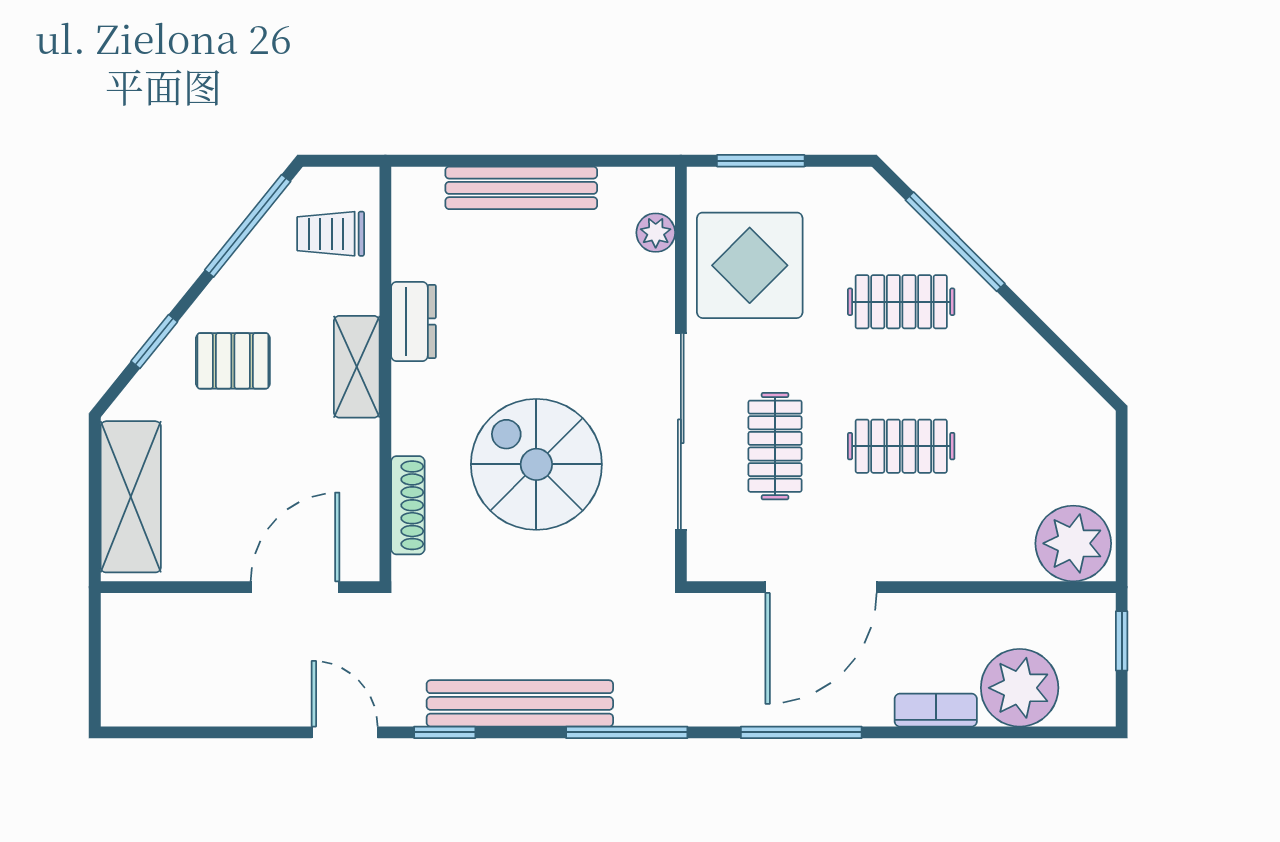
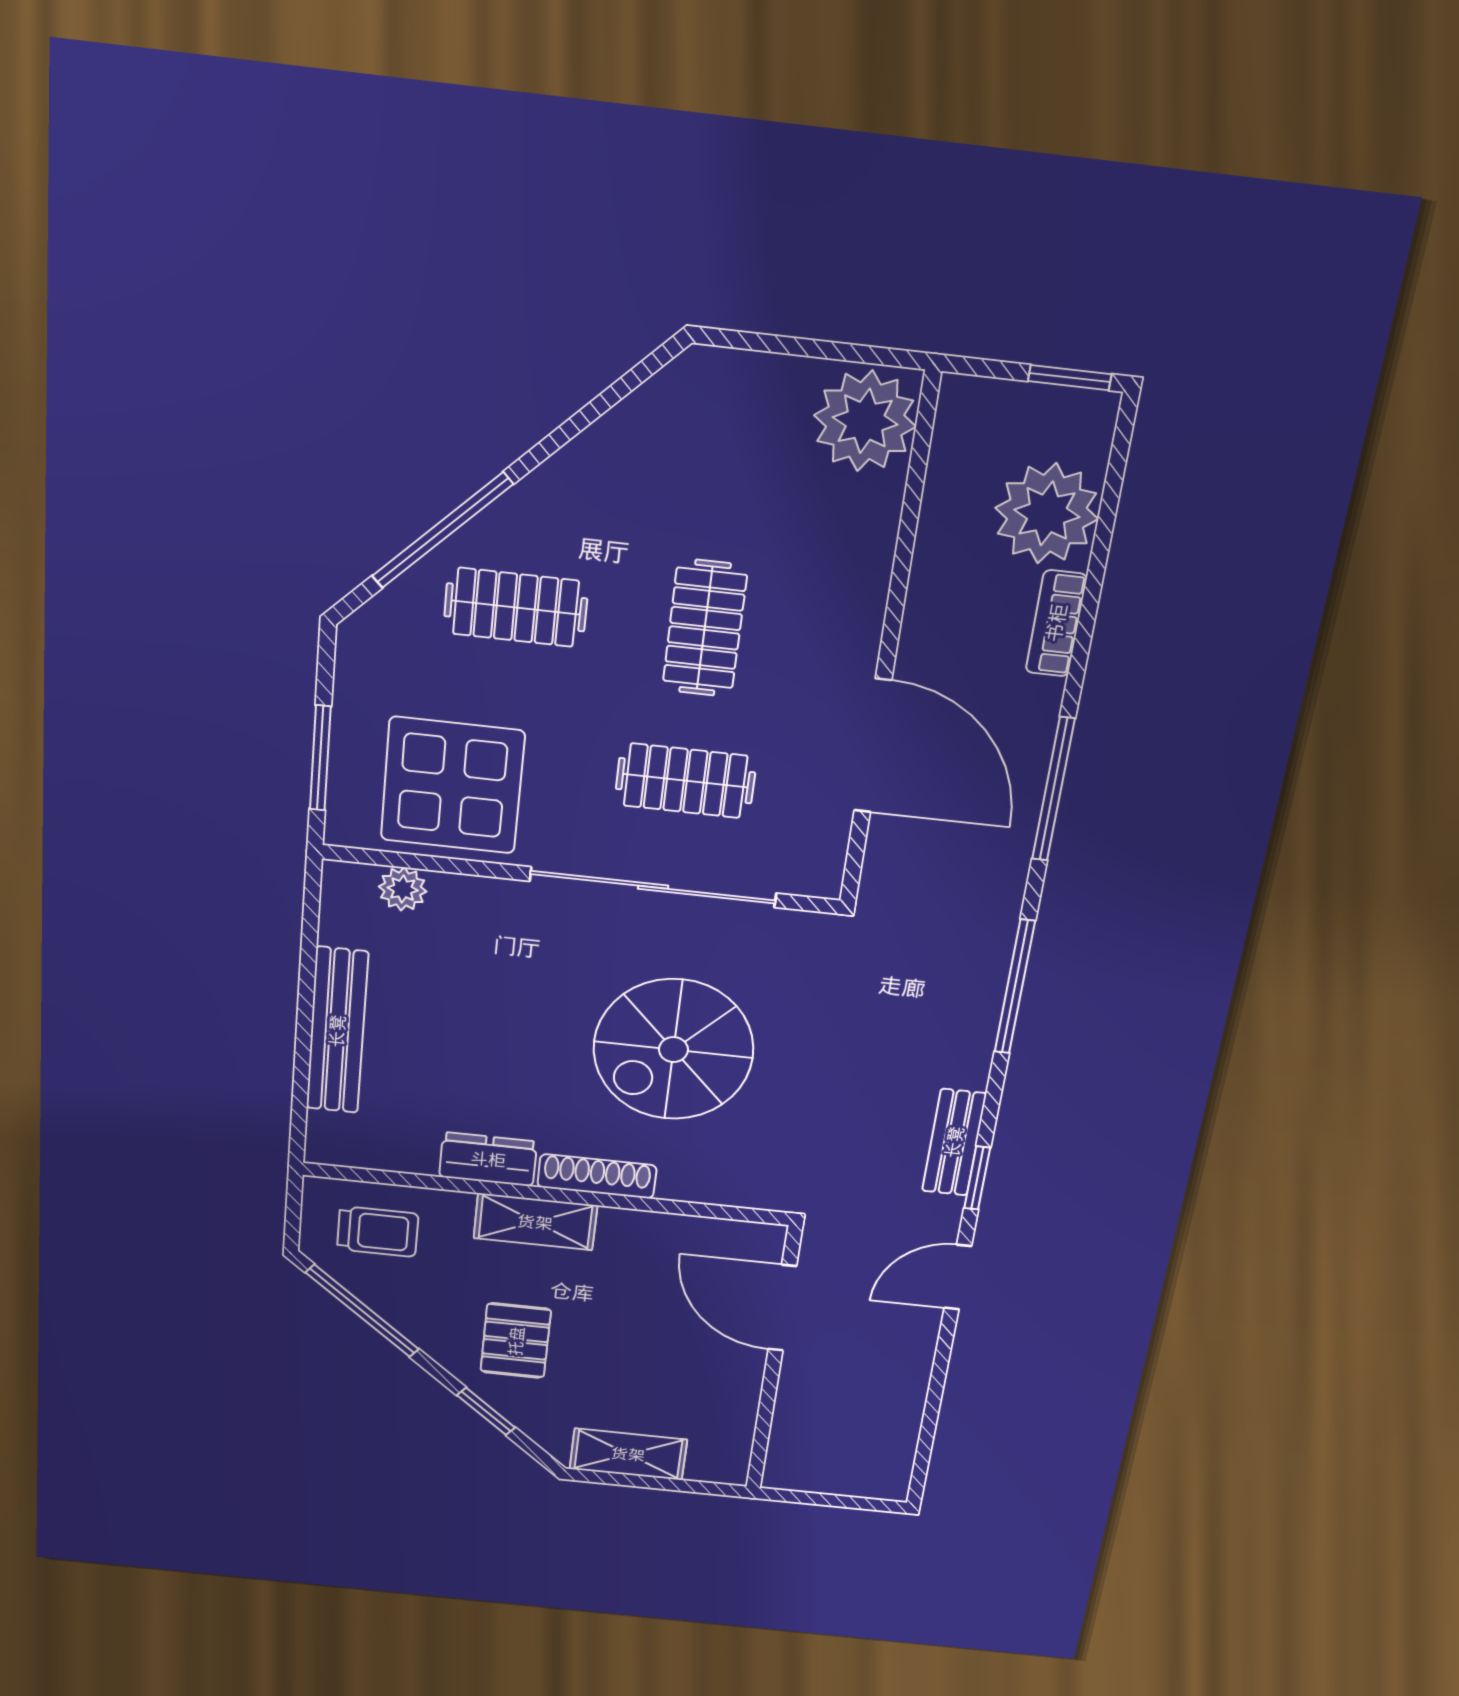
trolley: (331, 234) -> (378, 1232), turned -90
clothes rail: (901, 302) -> (516, 607), turned 90
shelving: (131, 497) -> (628, 1454), width x0.67, depth x0.75
shoe rack: (408, 505) -> (597, 1176), moved
window: (1122, 641) -> (1070, 378), moved
bench: (520, 703) -> (954, 1142), width x0.54, depth x0.82

